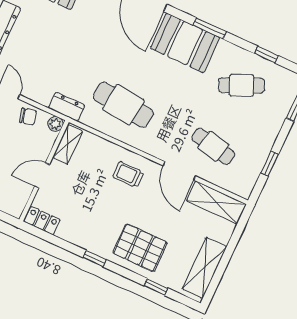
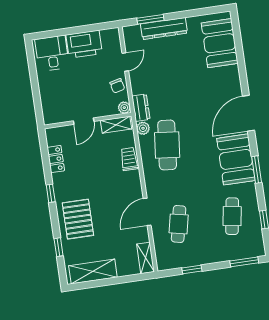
cafe table: (241, 85) -> (232, 216), turned 33
plant: (90, 118) -> (143, 128), added
door: (42, 175) -> (84, 121), swing flipped
trolley: (128, 175) -> (129, 159), moved
shelving: (216, 202) -> (145, 258), width x0.67, depth x0.75
locker: (42, 221) -> (56, 159), moved

